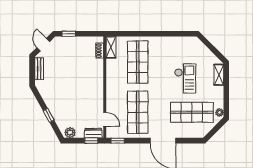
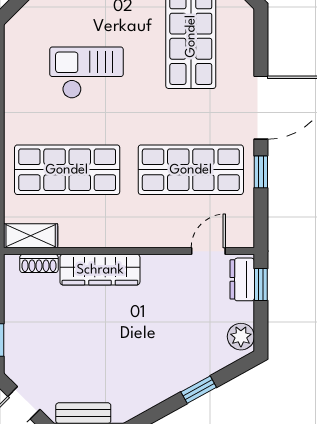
wardrobe: (97, 75) -> (100, 270), added
checkout: (185, 78) -> (87, 73), moved
window: (118, 141) -> (261, 172), moved

